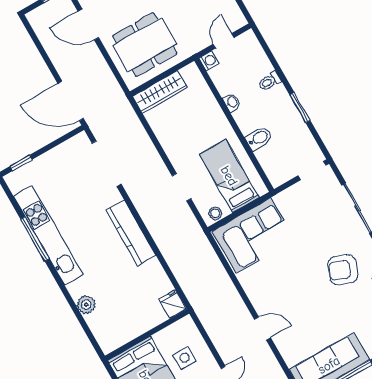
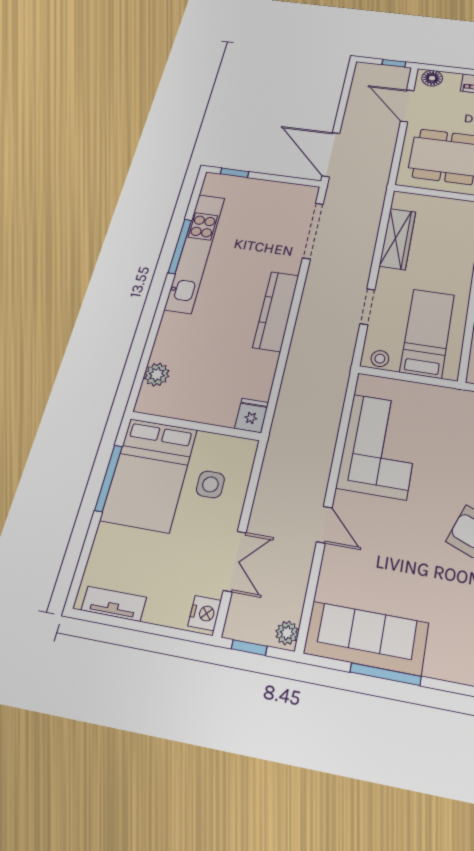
wardrobe: (160, 92) -> (398, 239), moved, turned -90
corner sofa: (253, 235) -> (379, 446), moved, turned -90
plant: (86, 305) -> (157, 375), moved

